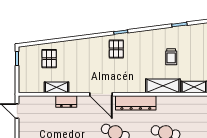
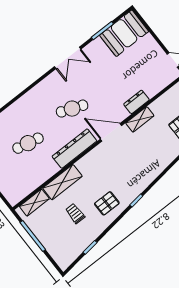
pallet: (116, 49) -> (107, 203), moved, turned 90
shelving: (57, 87) -> (140, 119), moved

